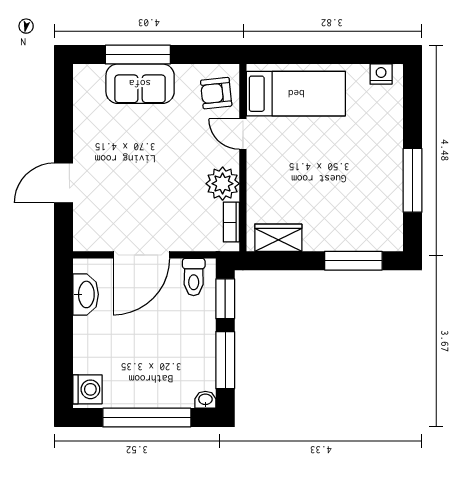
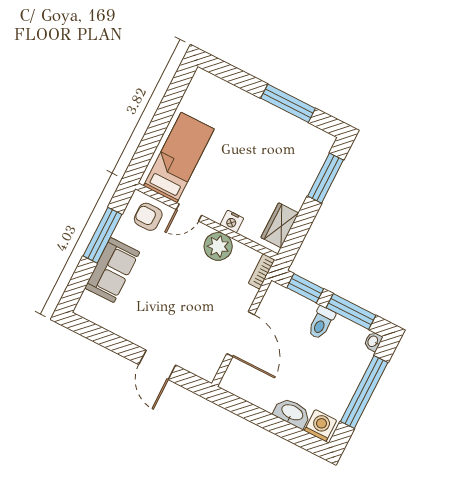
window: (138, 55) -> (103, 235), moved
nightstand: (381, 74) -> (232, 221), moved, turned -90
armchair: (216, 93) -> (148, 217), turned 96
bookcase: (231, 222) -> (262, 272), moved, turned 90
toilet: (194, 277) -> (321, 323), moved, turned 90
washbasin: (86, 294) -> (292, 413), moved

